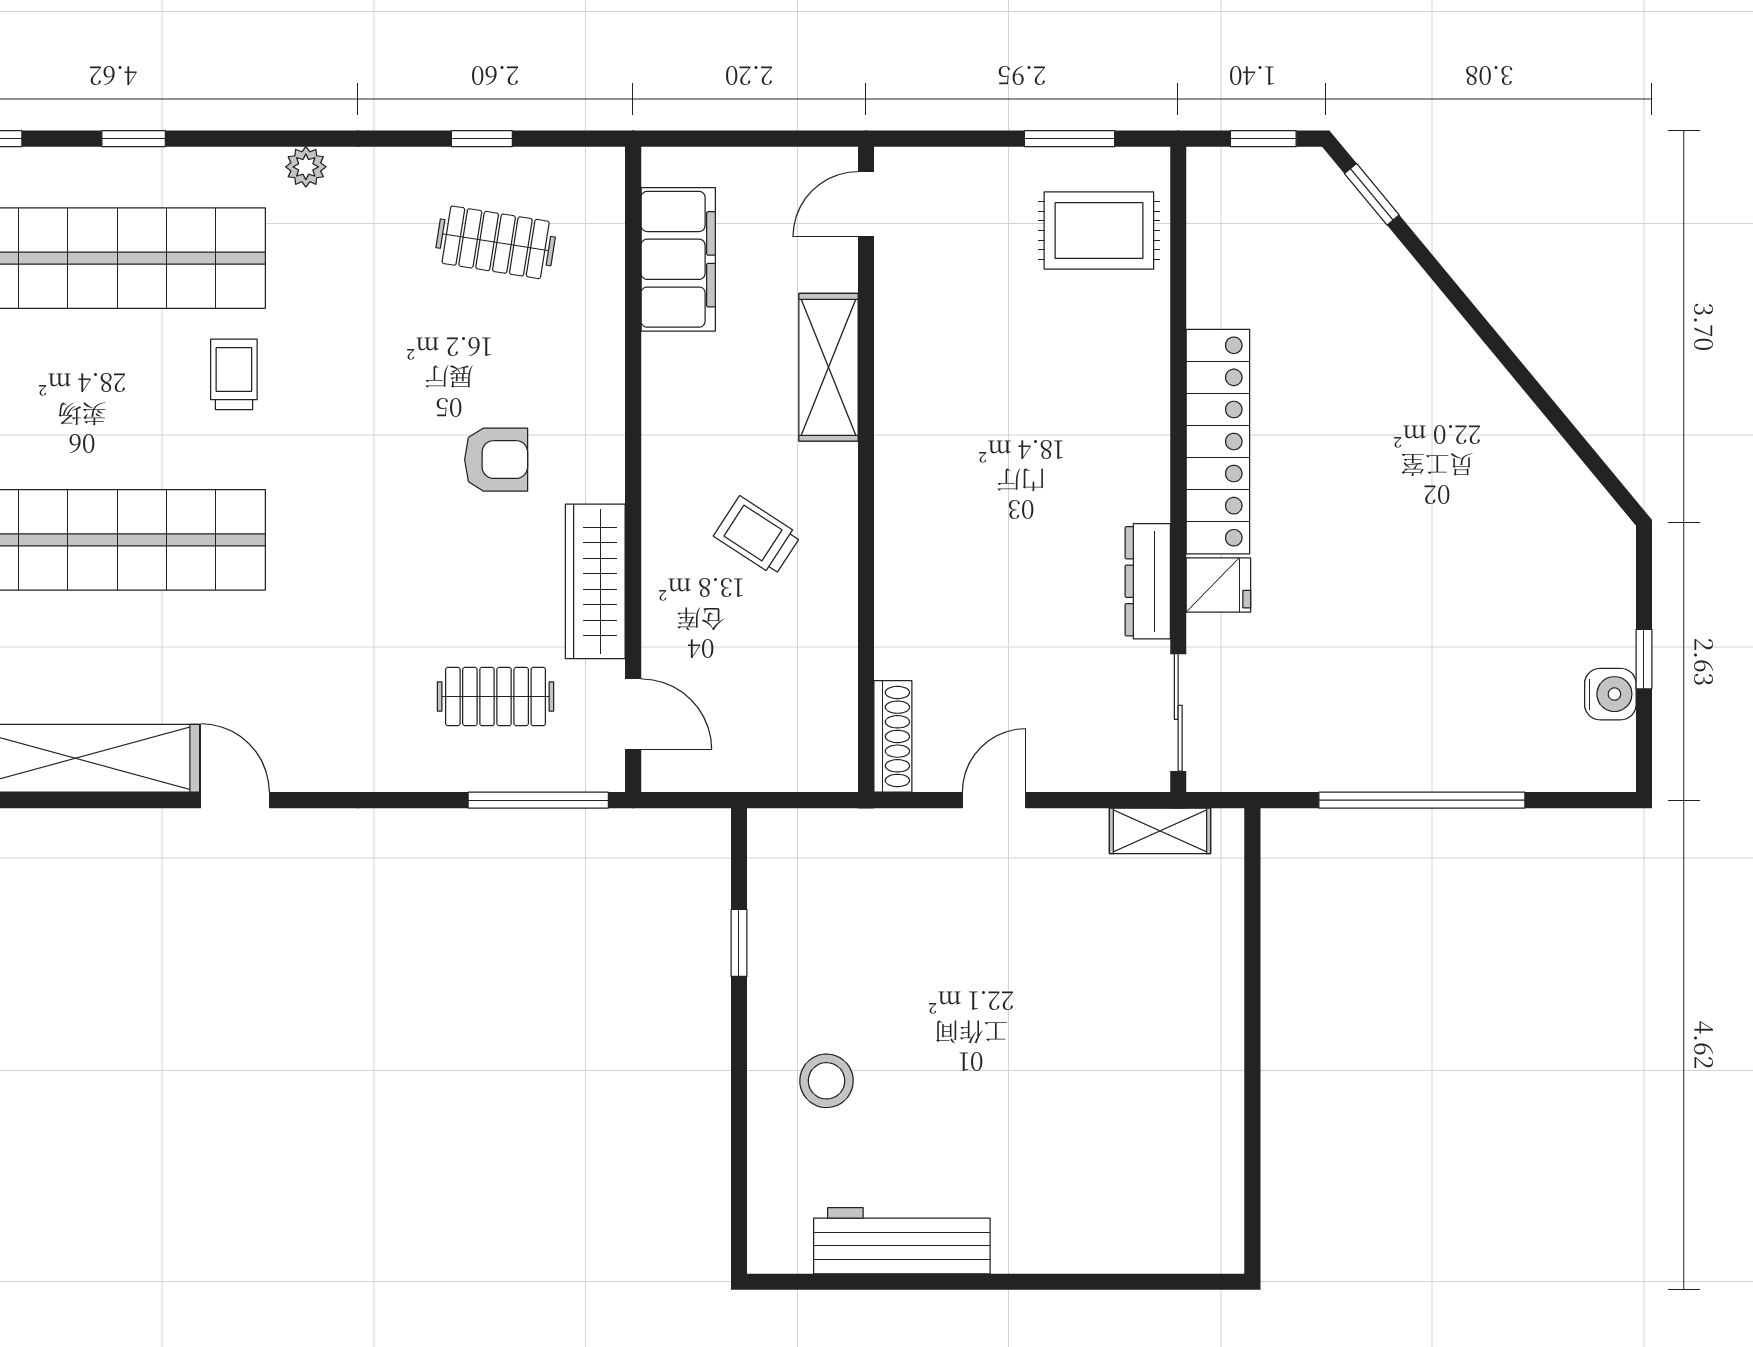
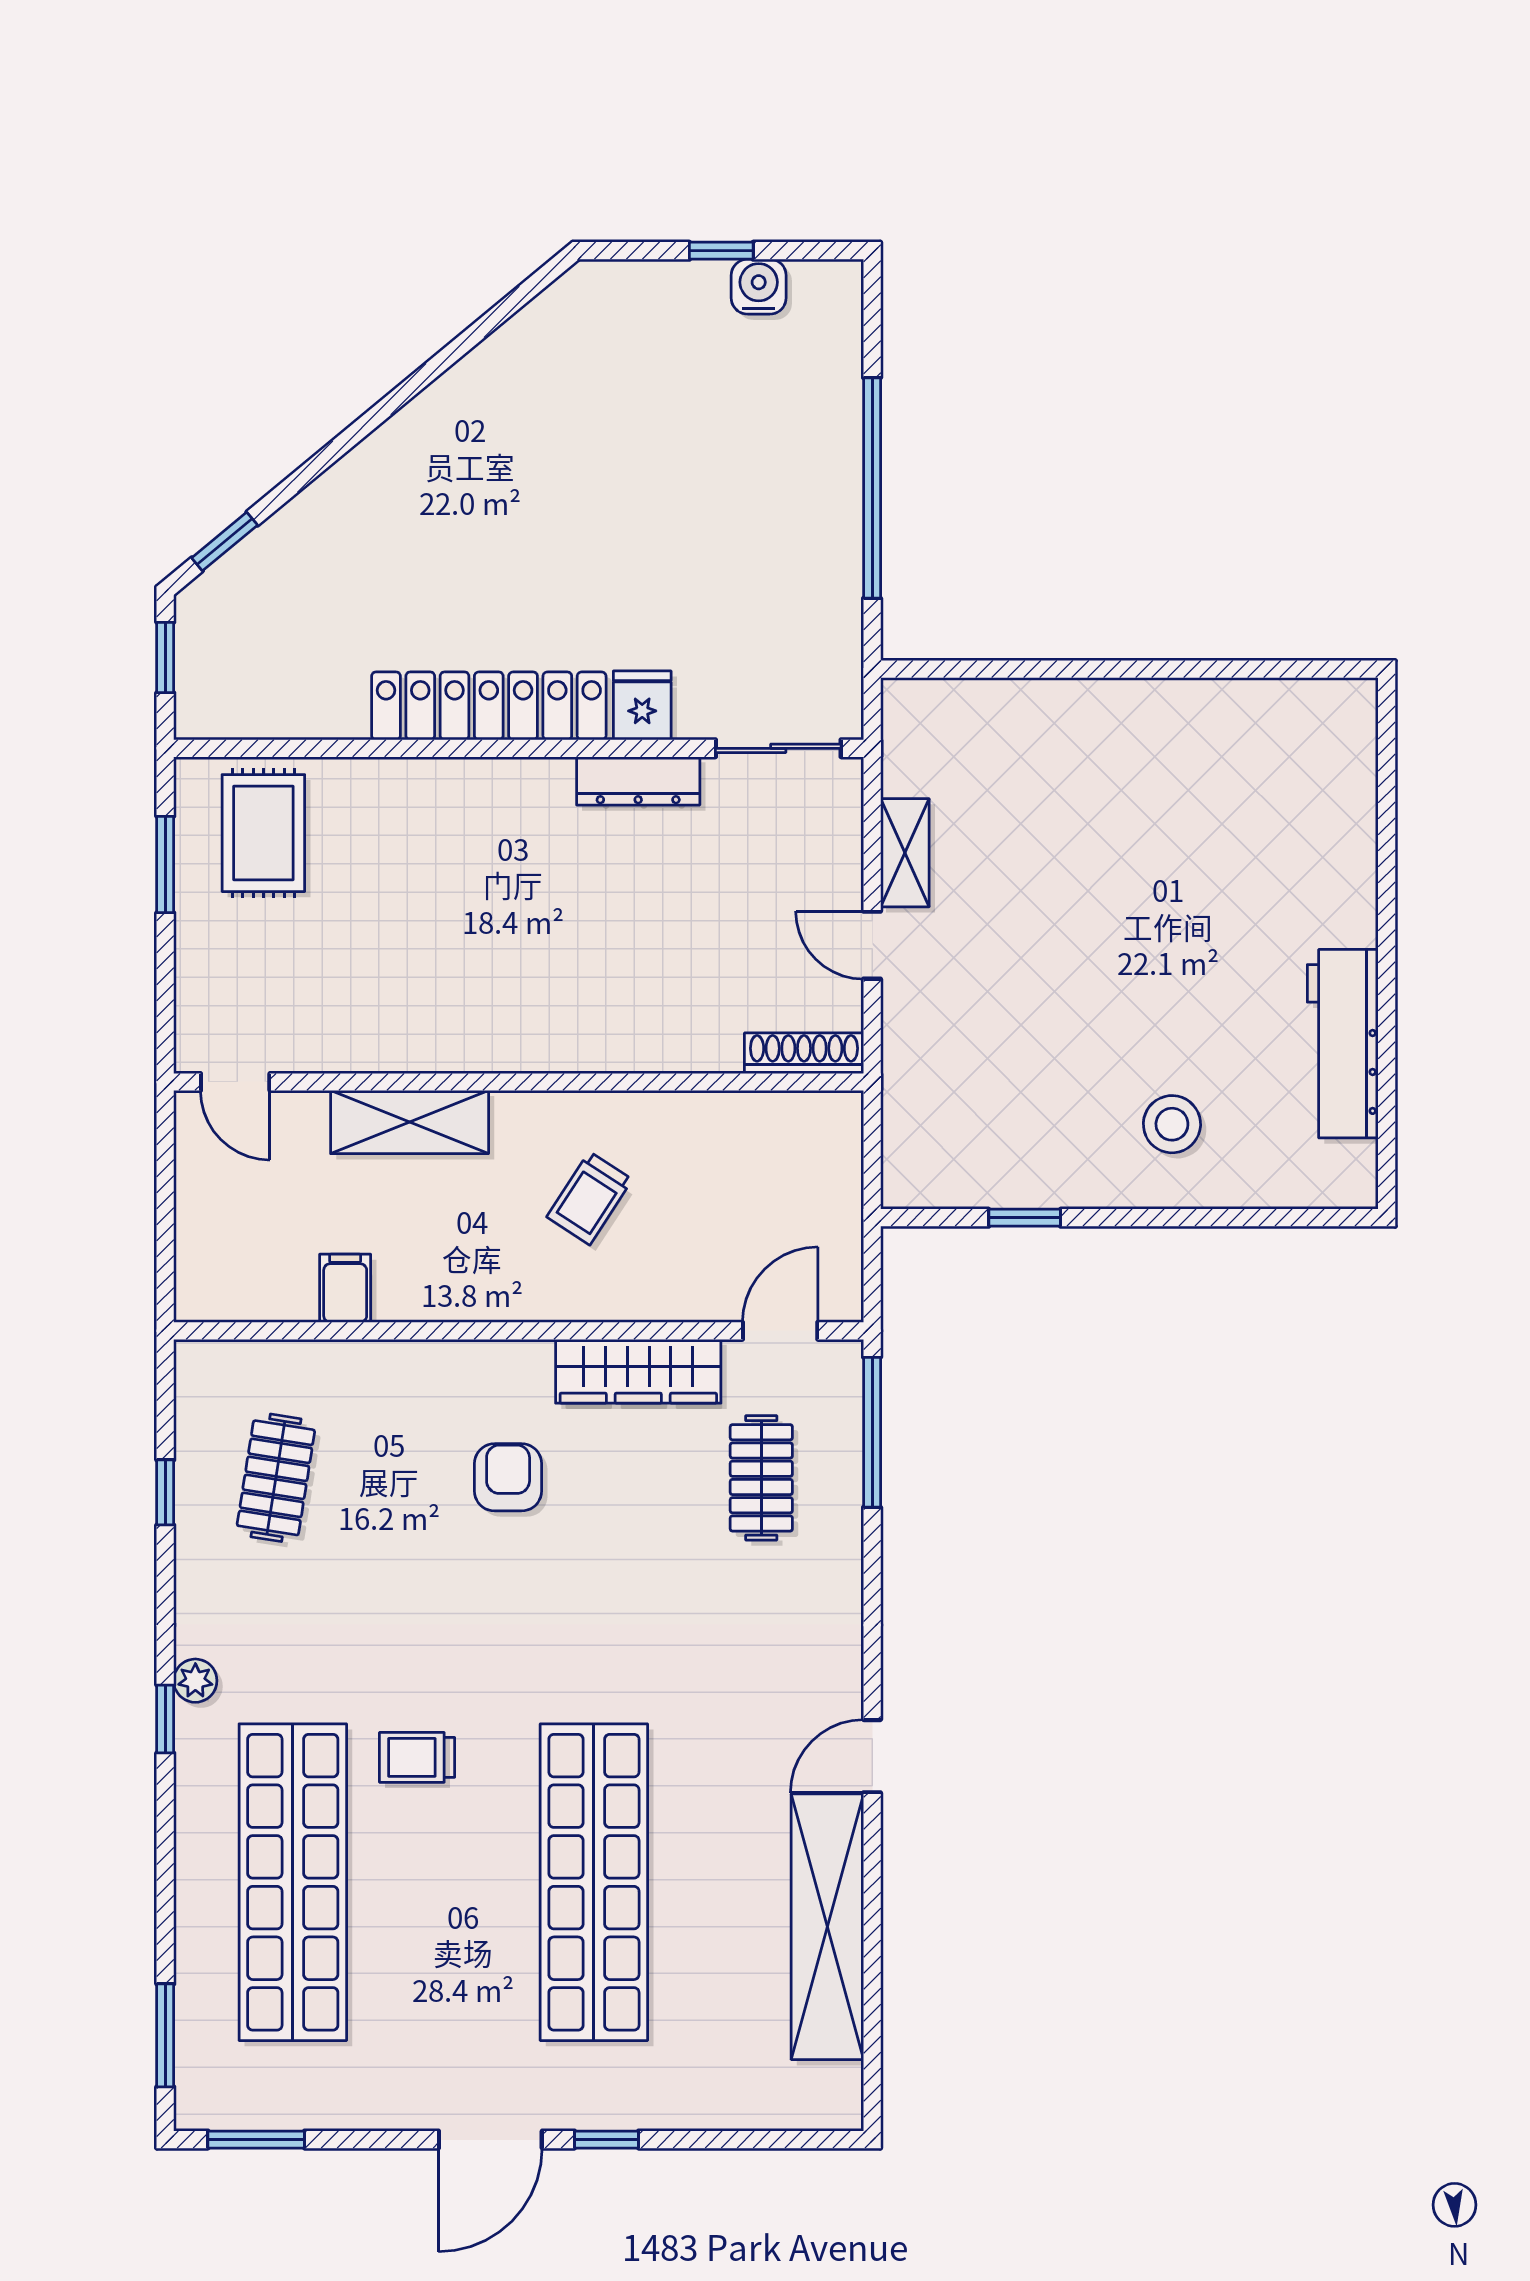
window: (134, 139) -> (165, 1719), moved
filing cabinet: (678, 259) -> (345, 1288), width x0.33, depth x0.86
shelving: (1160, 831) -> (905, 853), moved

